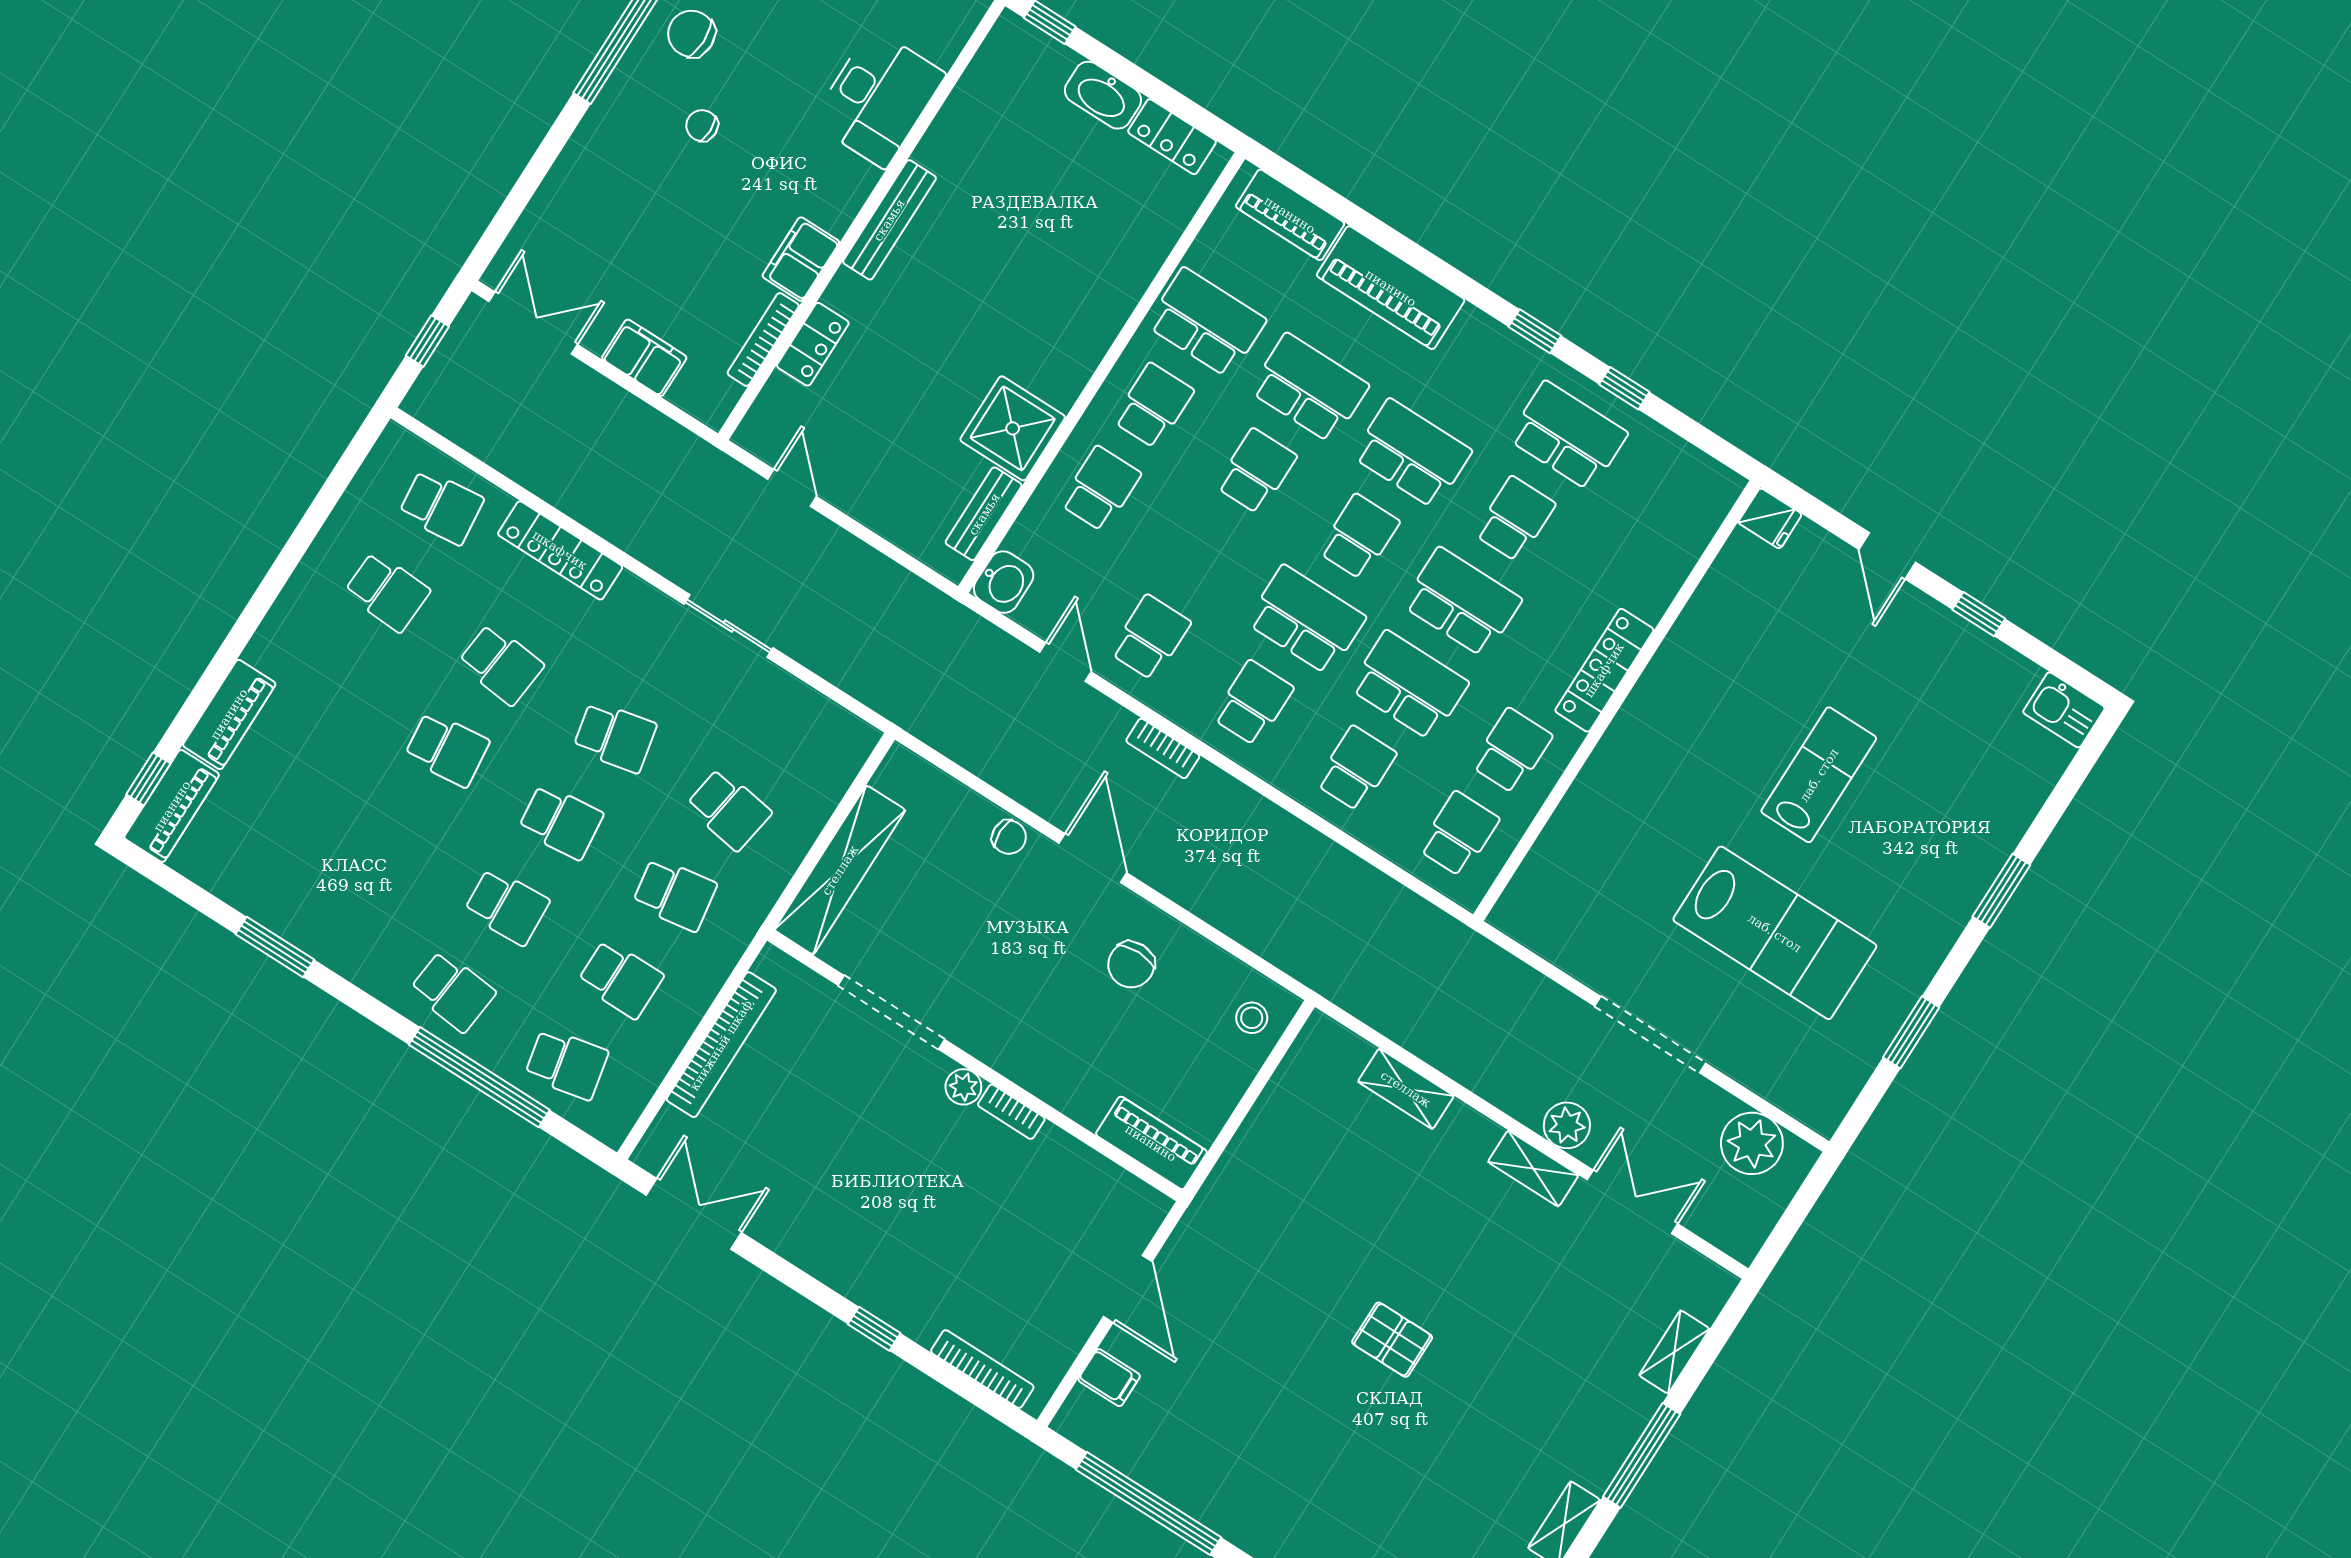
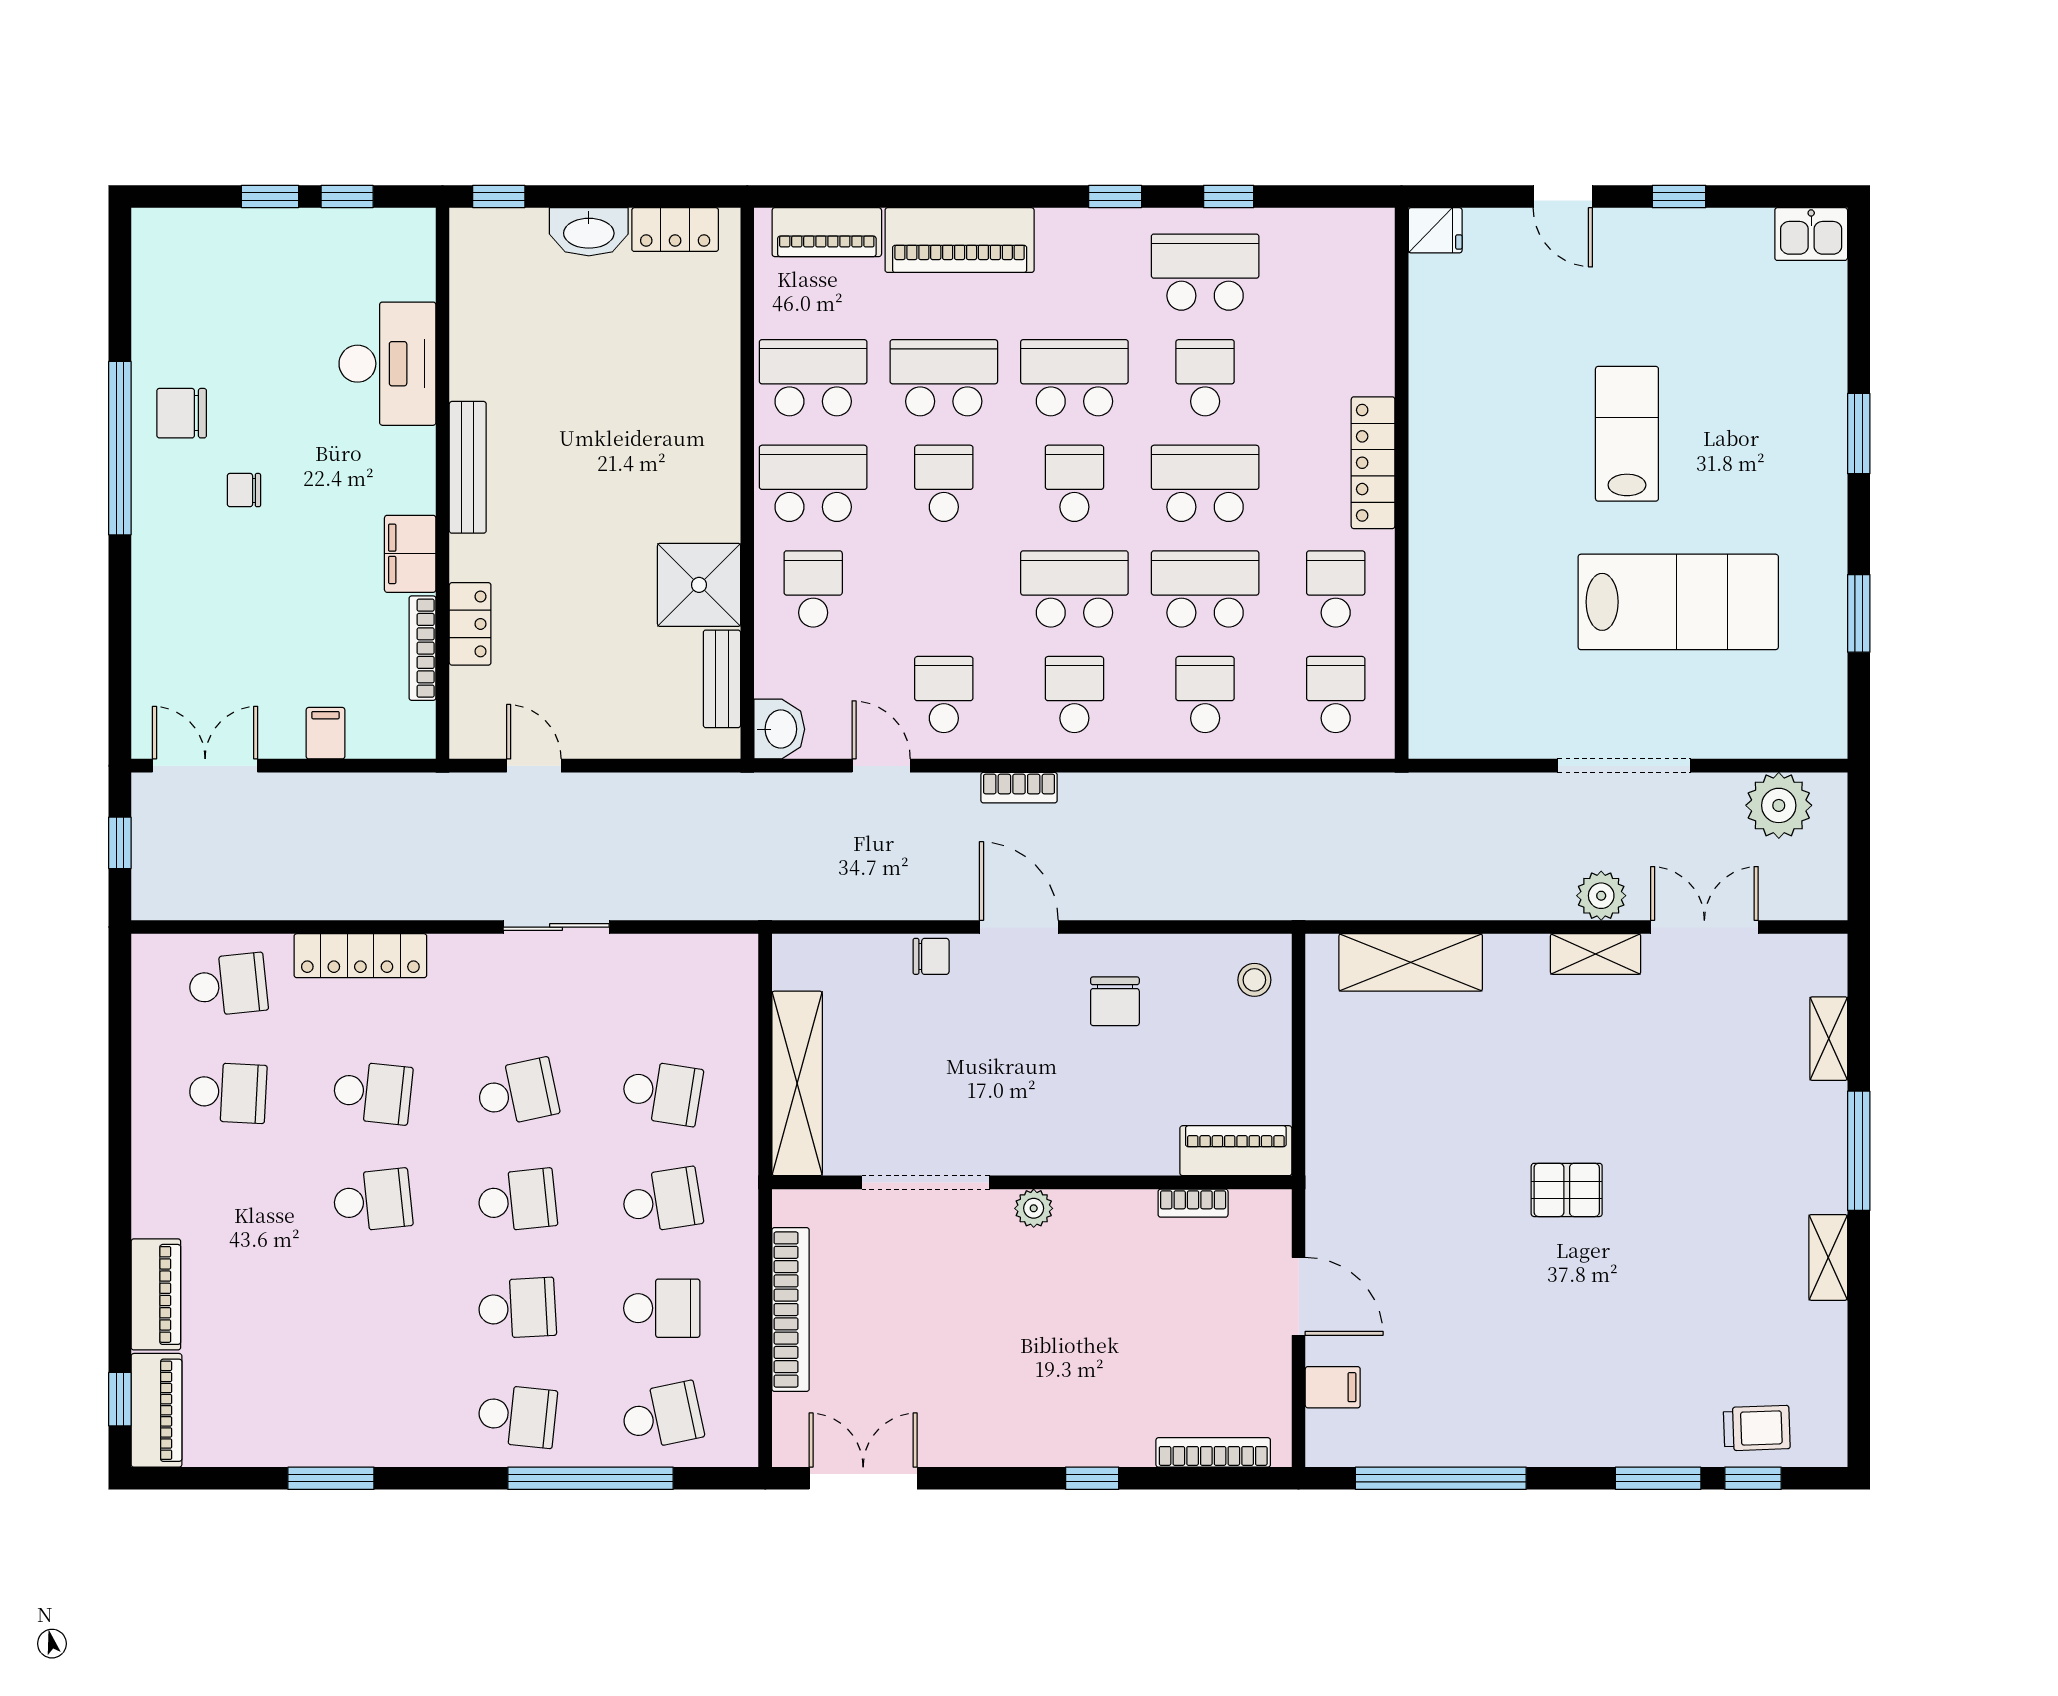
filing cabinet: (644, 358) -> (325, 733), width x0.50
school desk: (1153, 406) -> (813, 483), width x1.85
shelving: (1406, 1089) -> (1411, 962), width x1.50, depth x1.33
bookcase: (1011, 1112) -> (1193, 1203), moved

